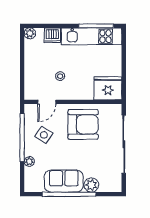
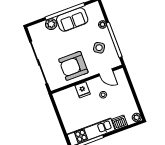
fridge: (108, 88) -> (83, 90), moved, width x0.53, depth x0.75
door: (47, 102) -> (106, 72), swing flipped

